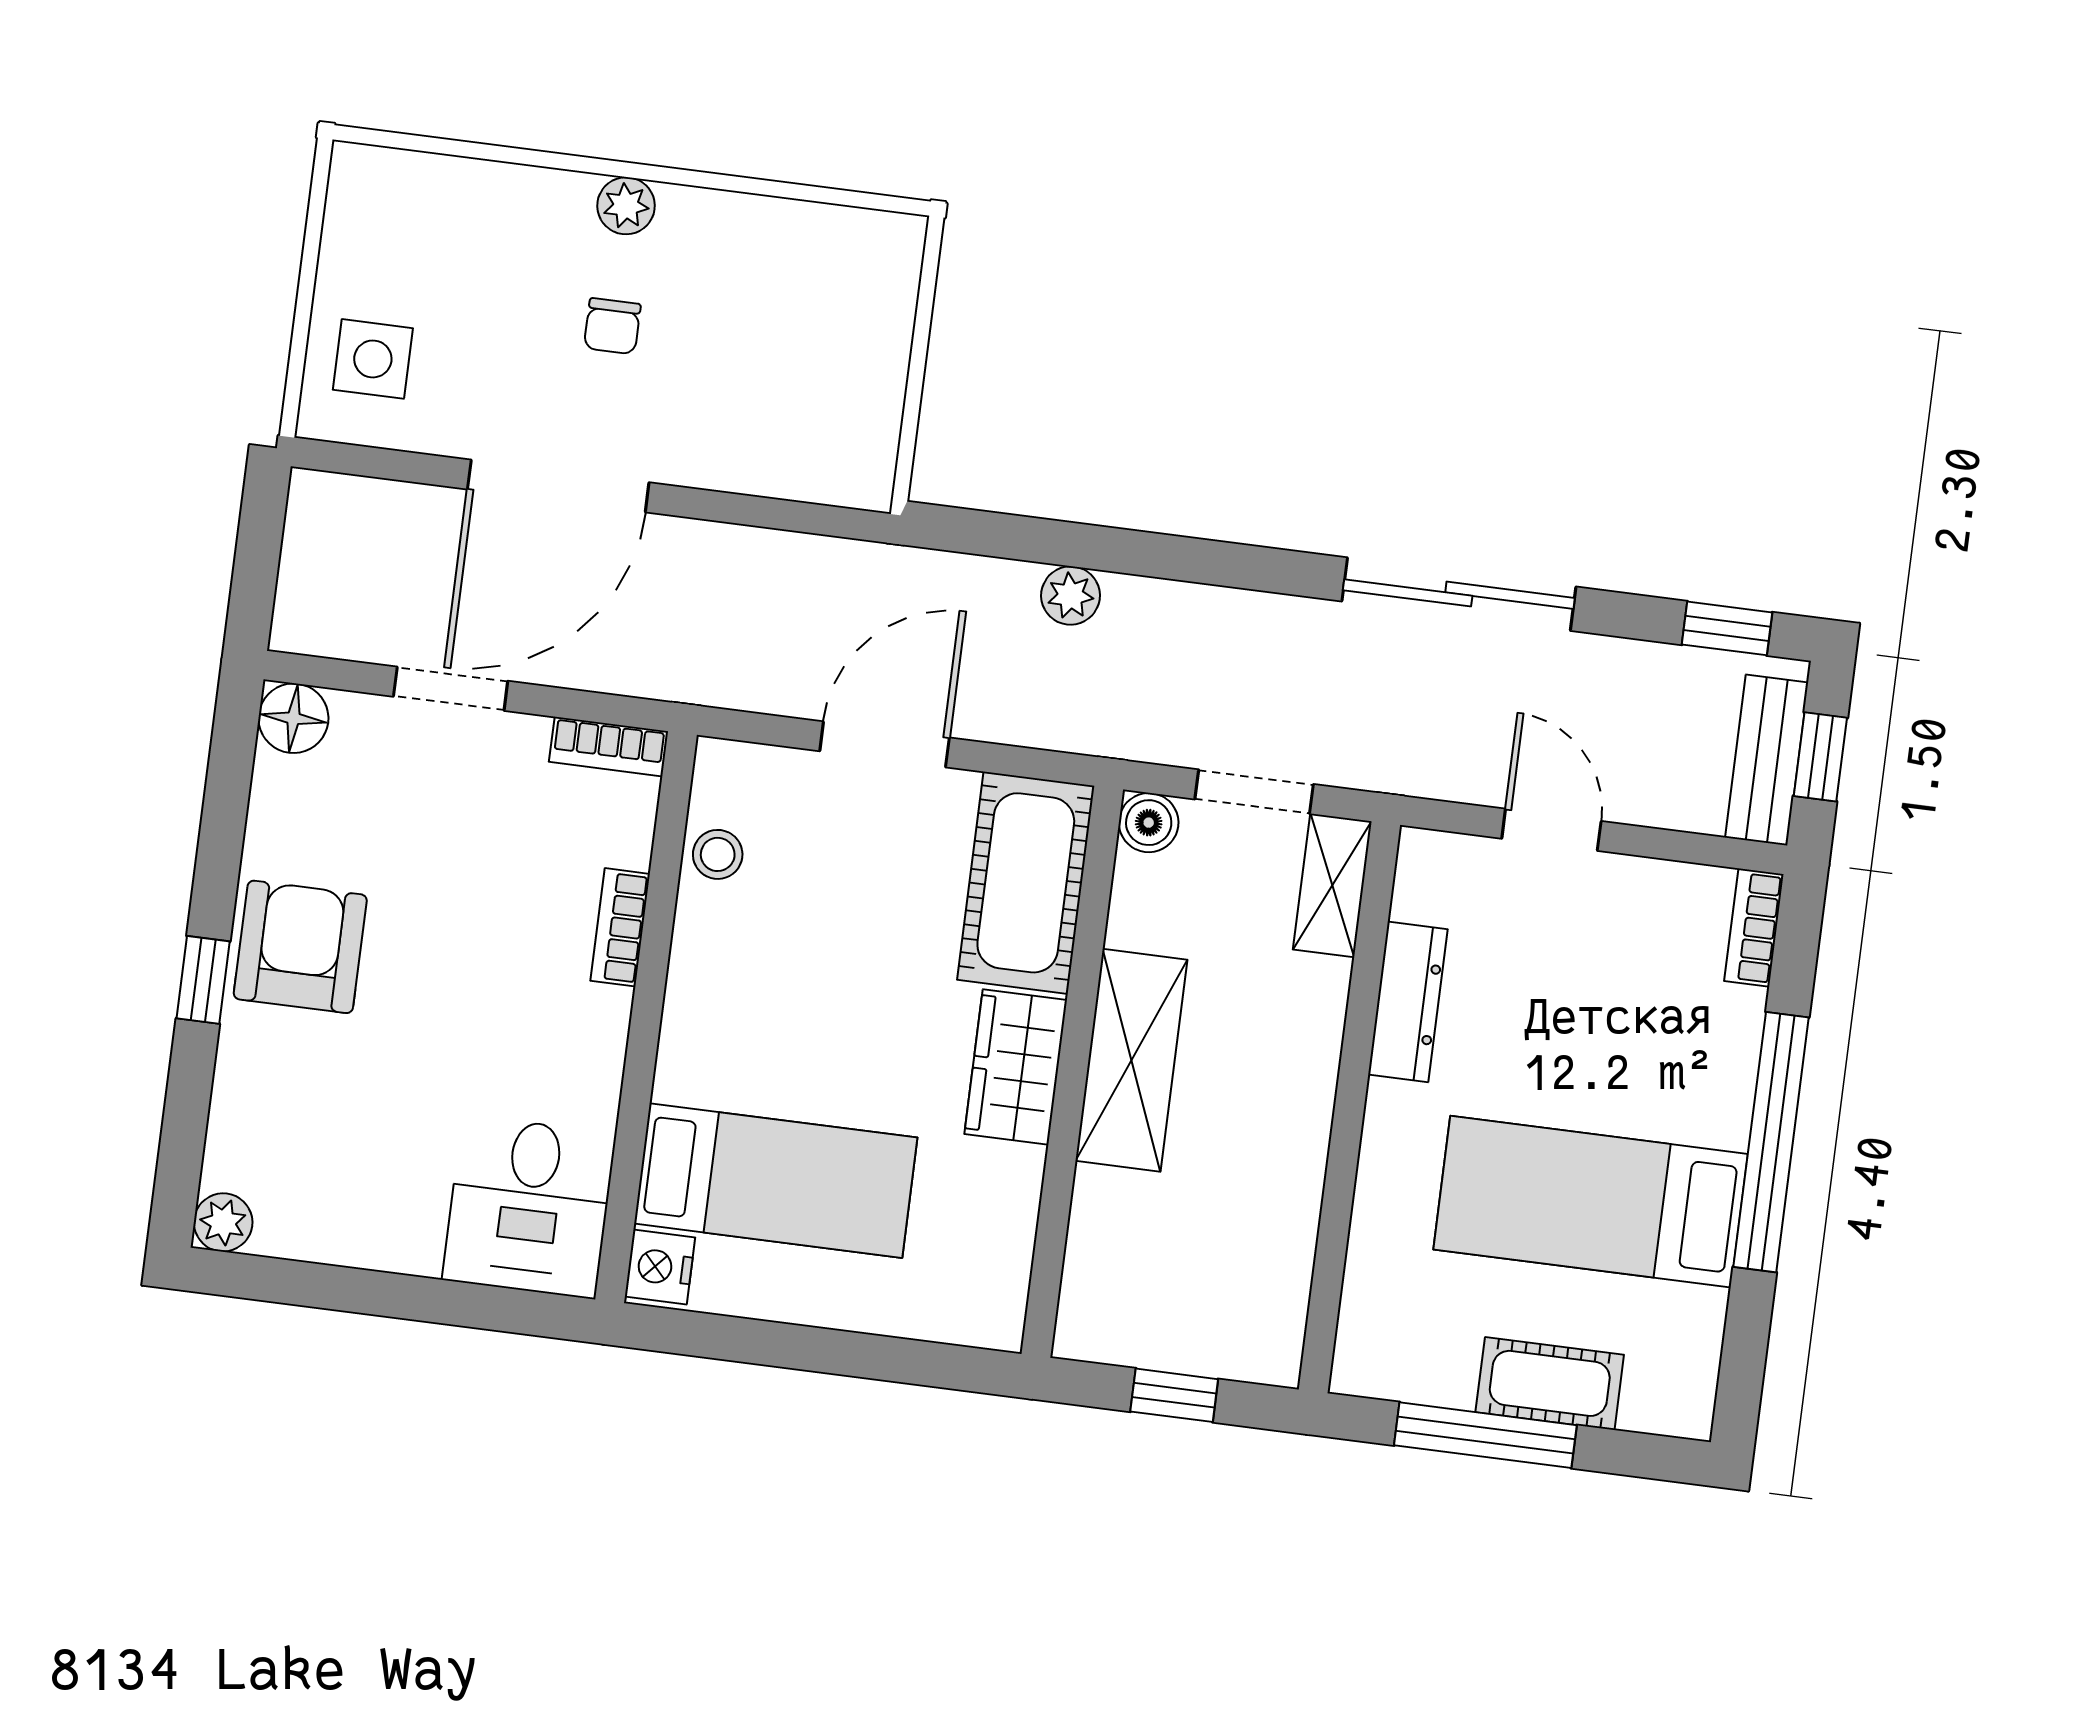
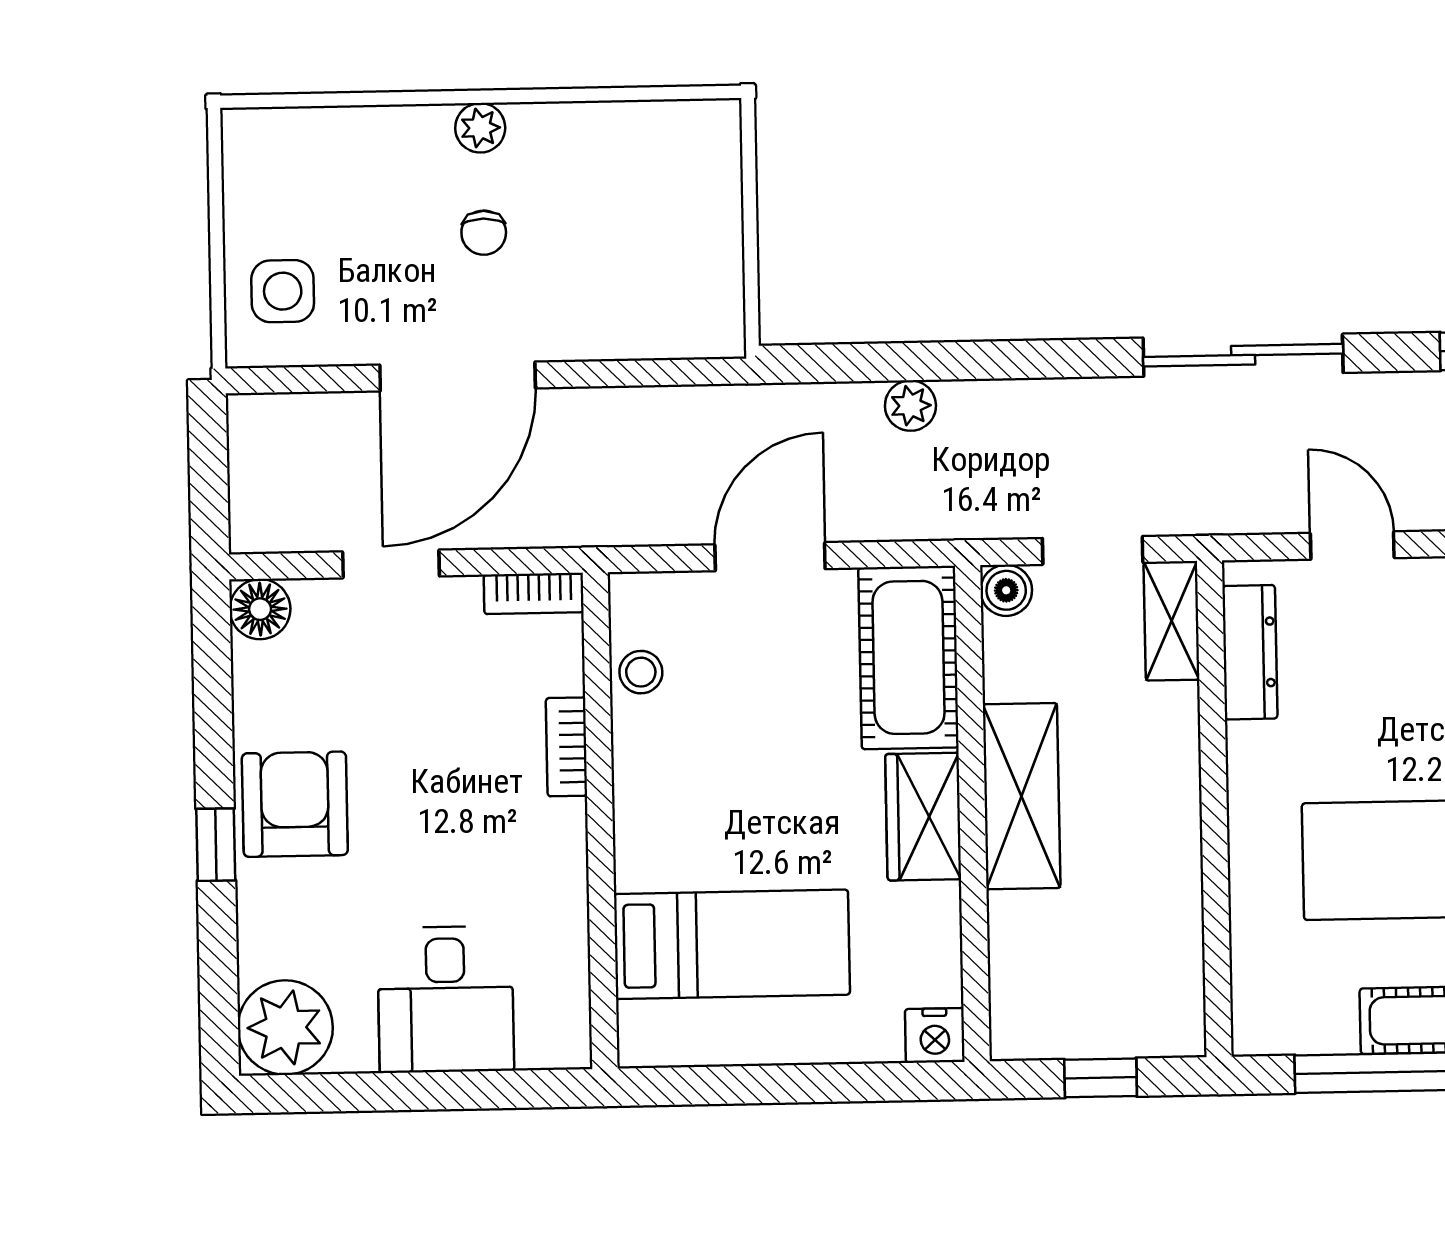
dresser: (1408, 1002) -> (1250, 652), moved
desk: (529, 1207) -> (446, 999), moved
plant: (223, 1222) -> (285, 1028), width x1.87, depth x1.87
nightstand: (660, 1267) -> (935, 1035), moved, turned -90

